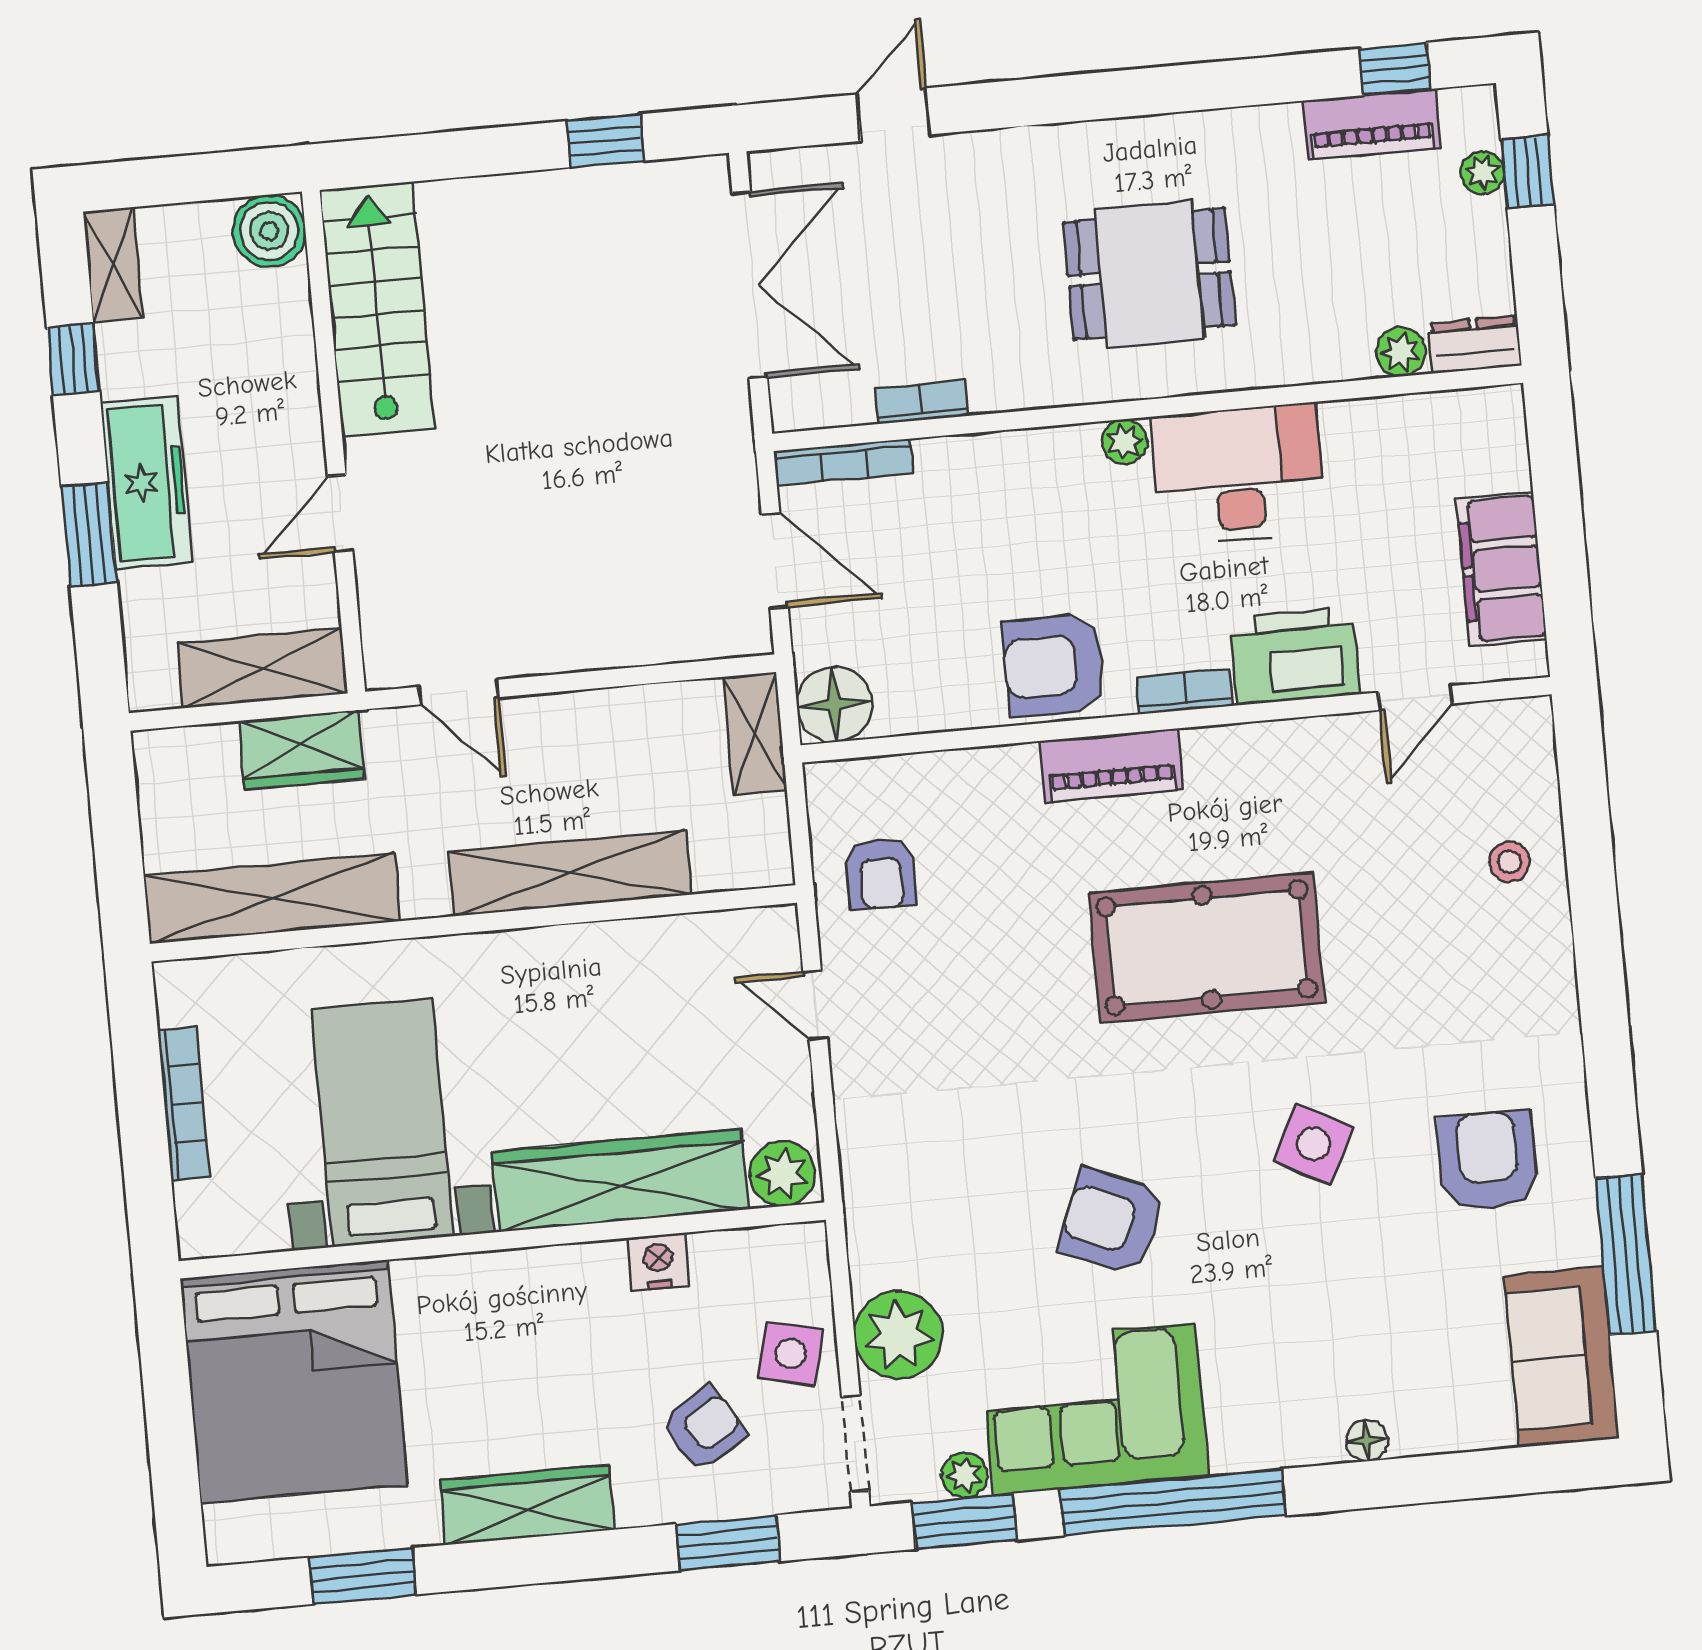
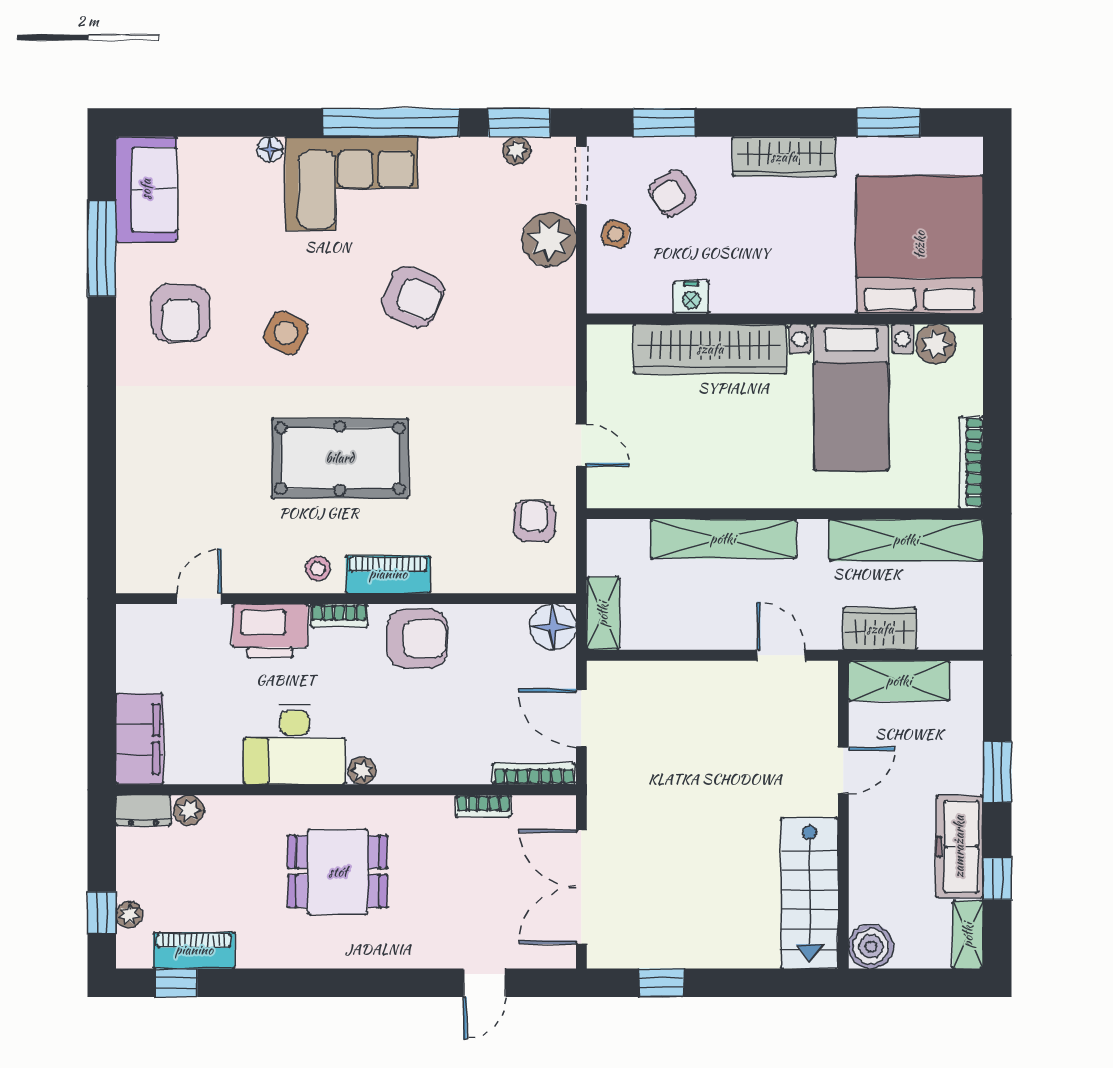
freezer: (147, 483) -> (959, 847), moved
filing cabinet: (1502, 569) -> (140, 739), moved
stool: (1510, 862) -> (318, 569), moved
bookcase: (184, 1104) -> (971, 462), moved
plant: (782, 1174) -> (936, 344), moved
side table: (791, 1354) -> (616, 234), width x0.73, depth x0.73
corner sofa: (1094, 1409) -> (351, 184), moved

